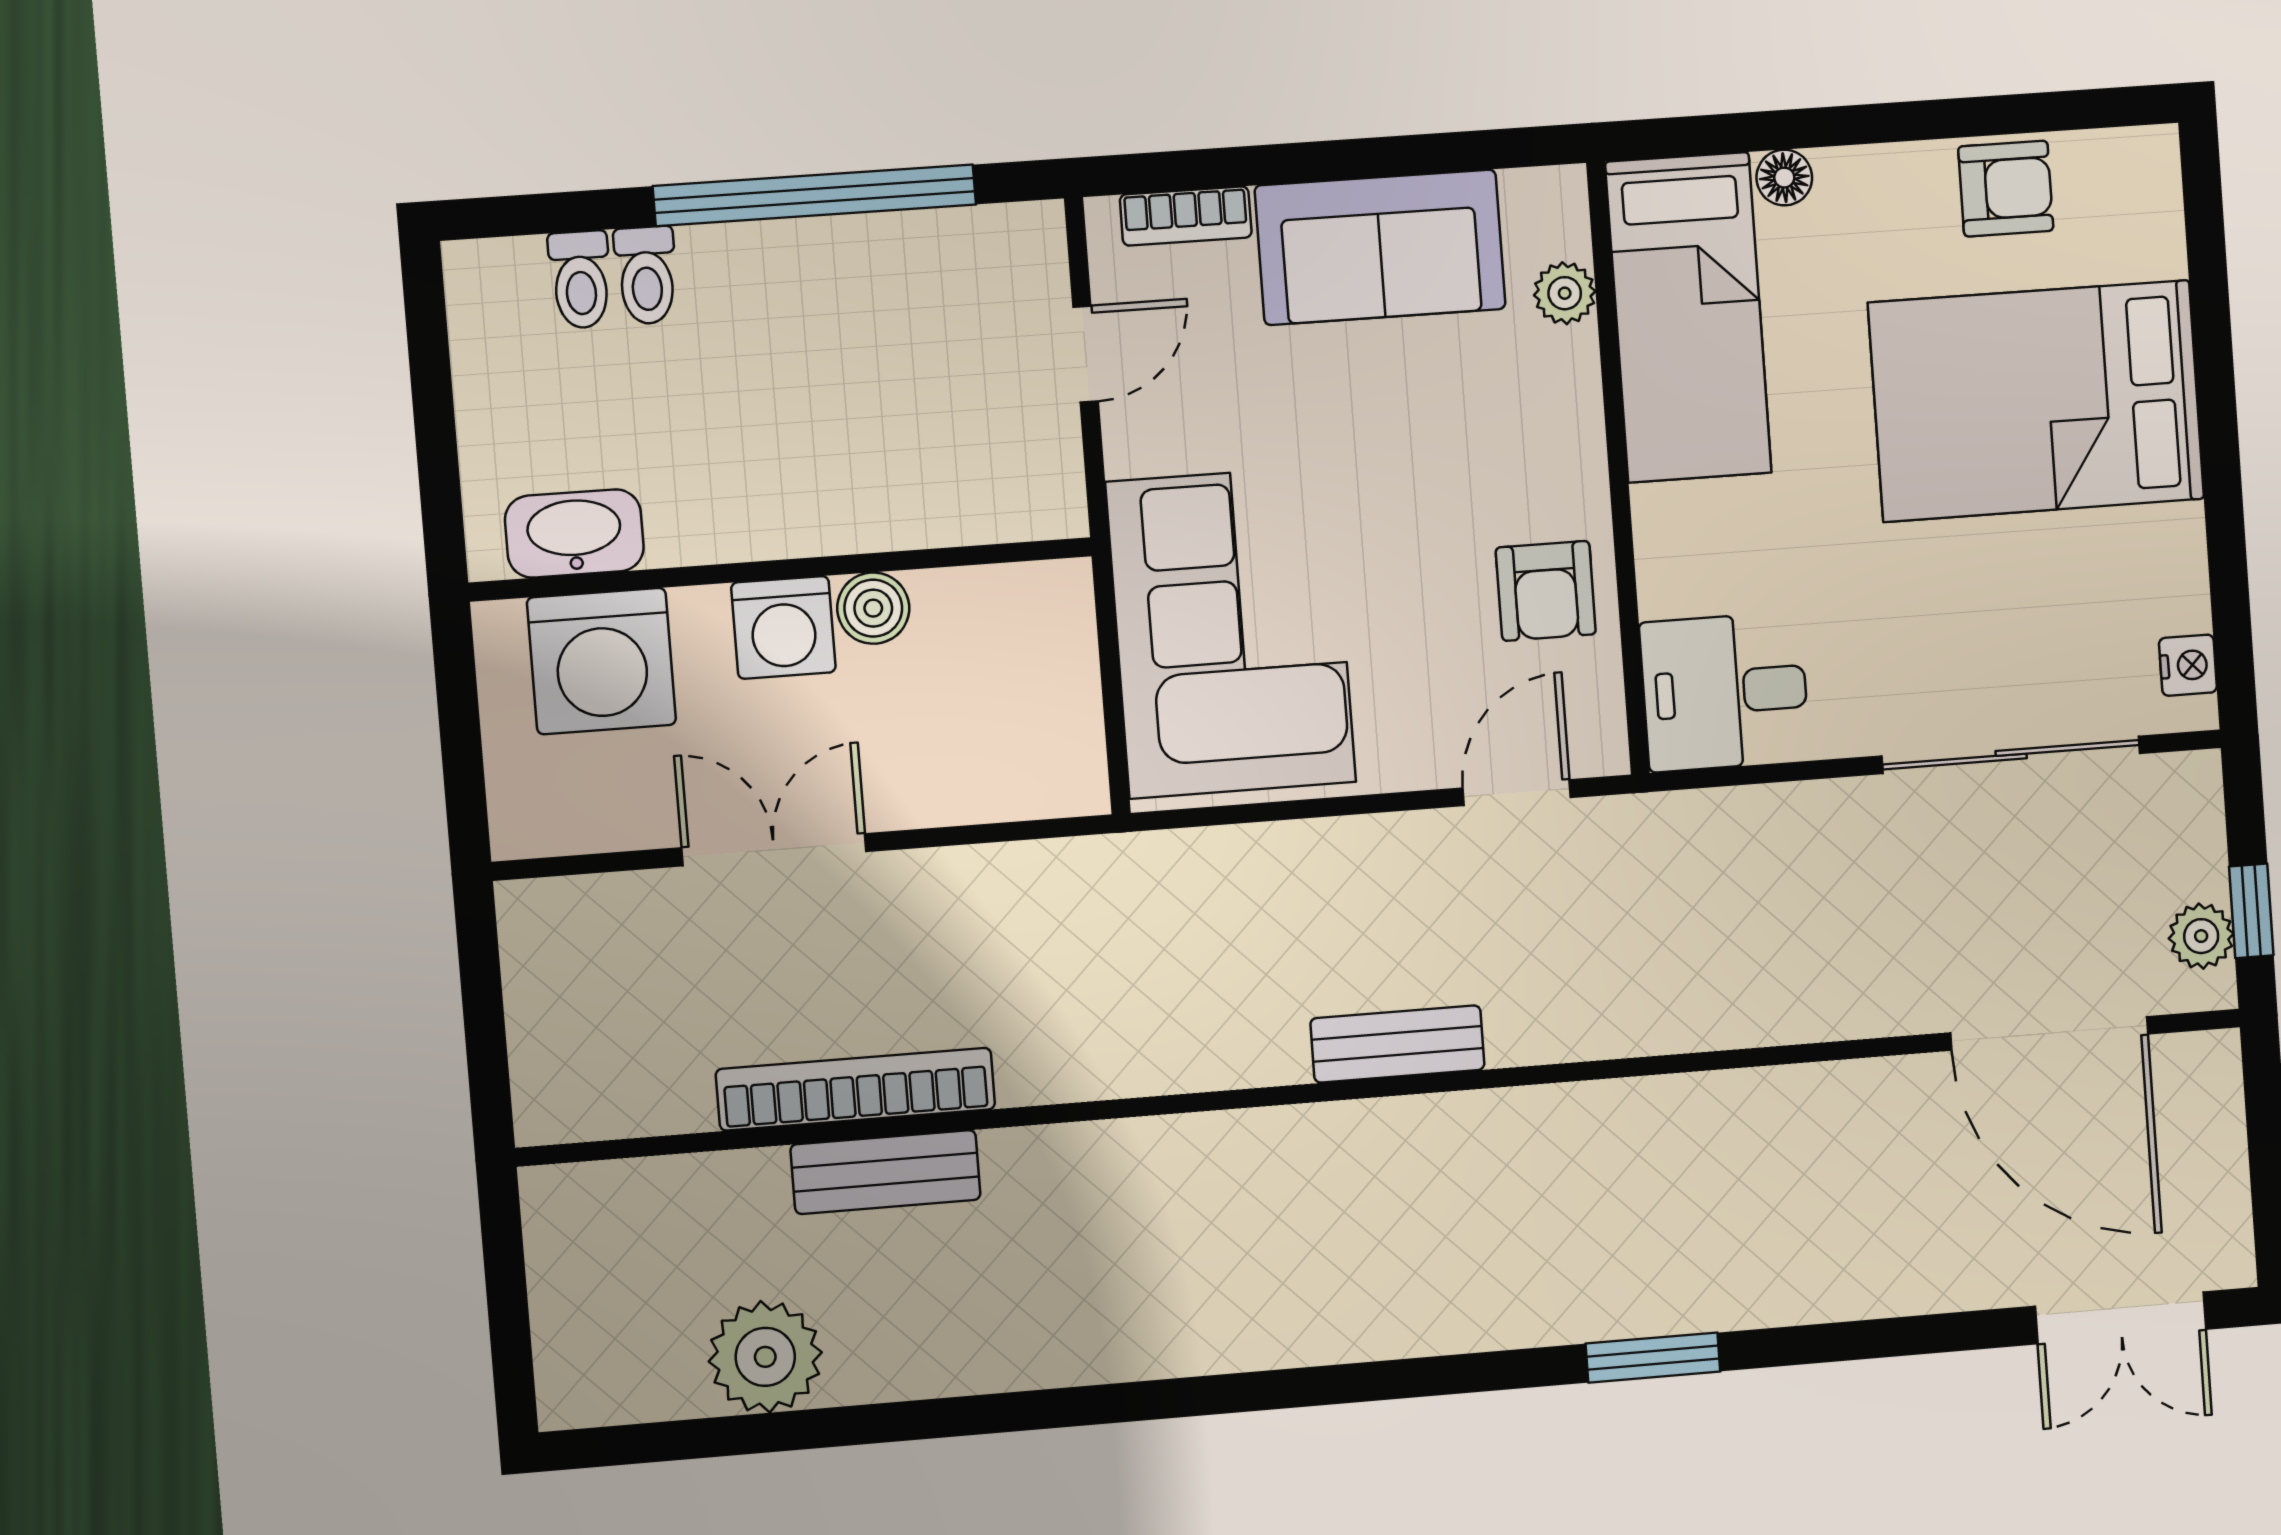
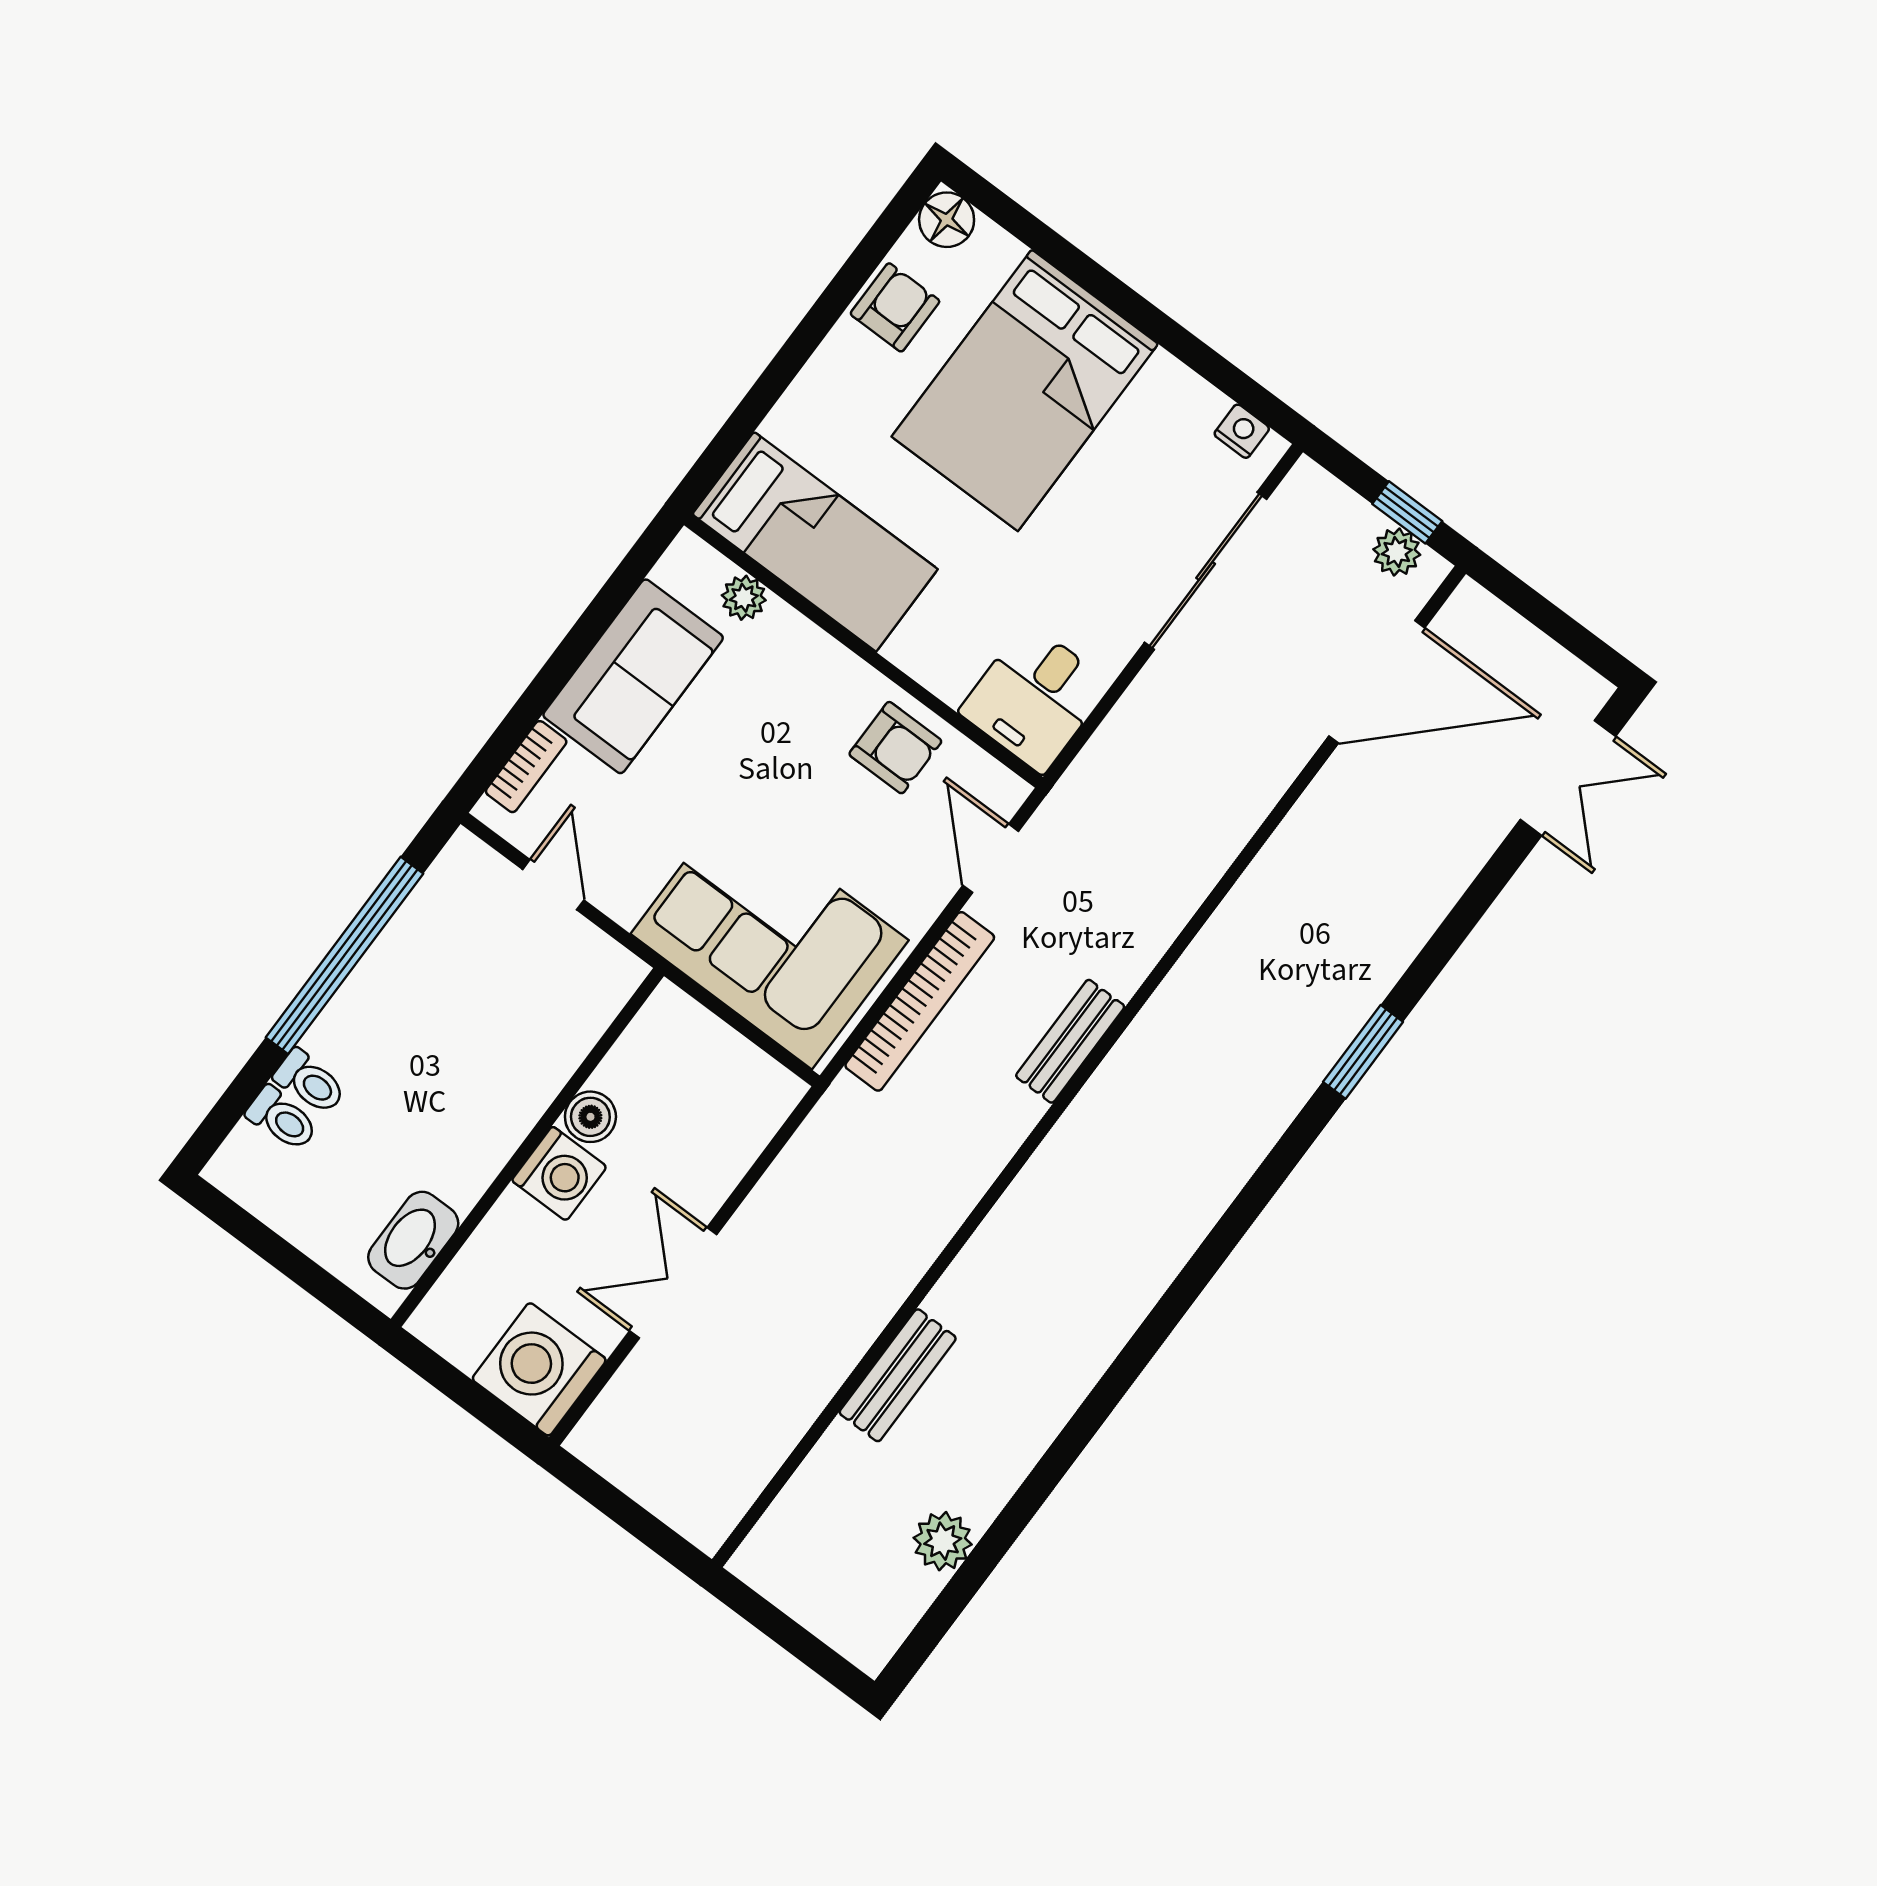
floor lamp: (1784, 178) -> (947, 220), moved, width x1.37, depth x1.37
washing machine: (601, 661) -> (539, 1369), moved, turned 180
bookcase: (856, 1089) -> (920, 1001), moved, turned 180
plant: (765, 1357) -> (943, 1541), width x0.73, depth x0.73

